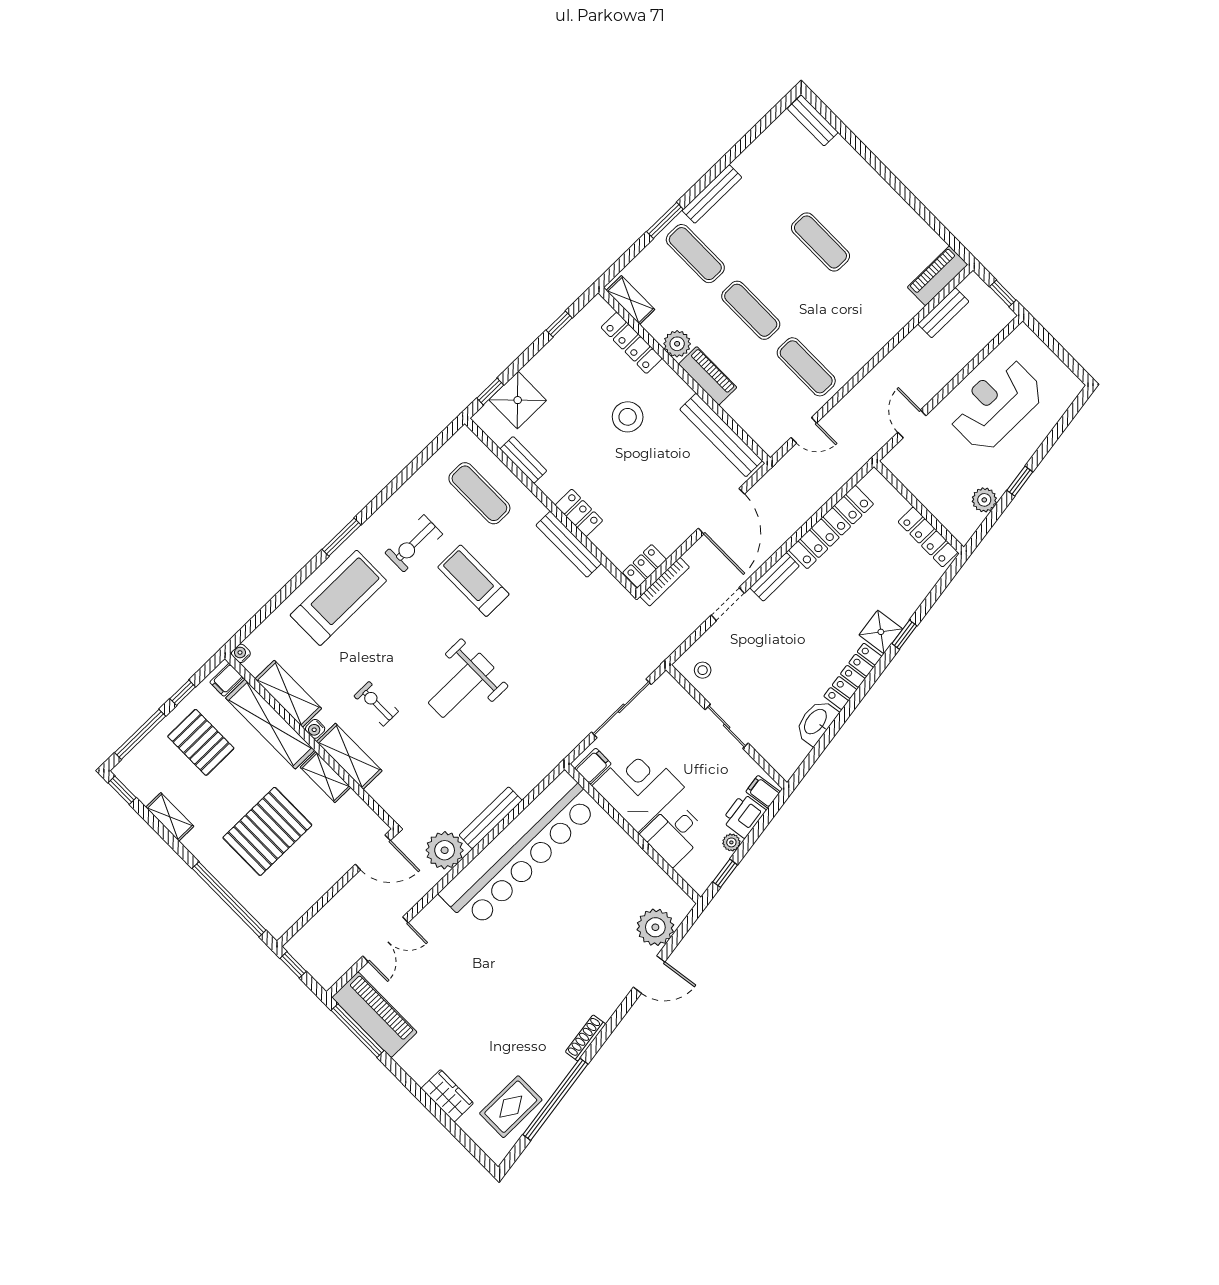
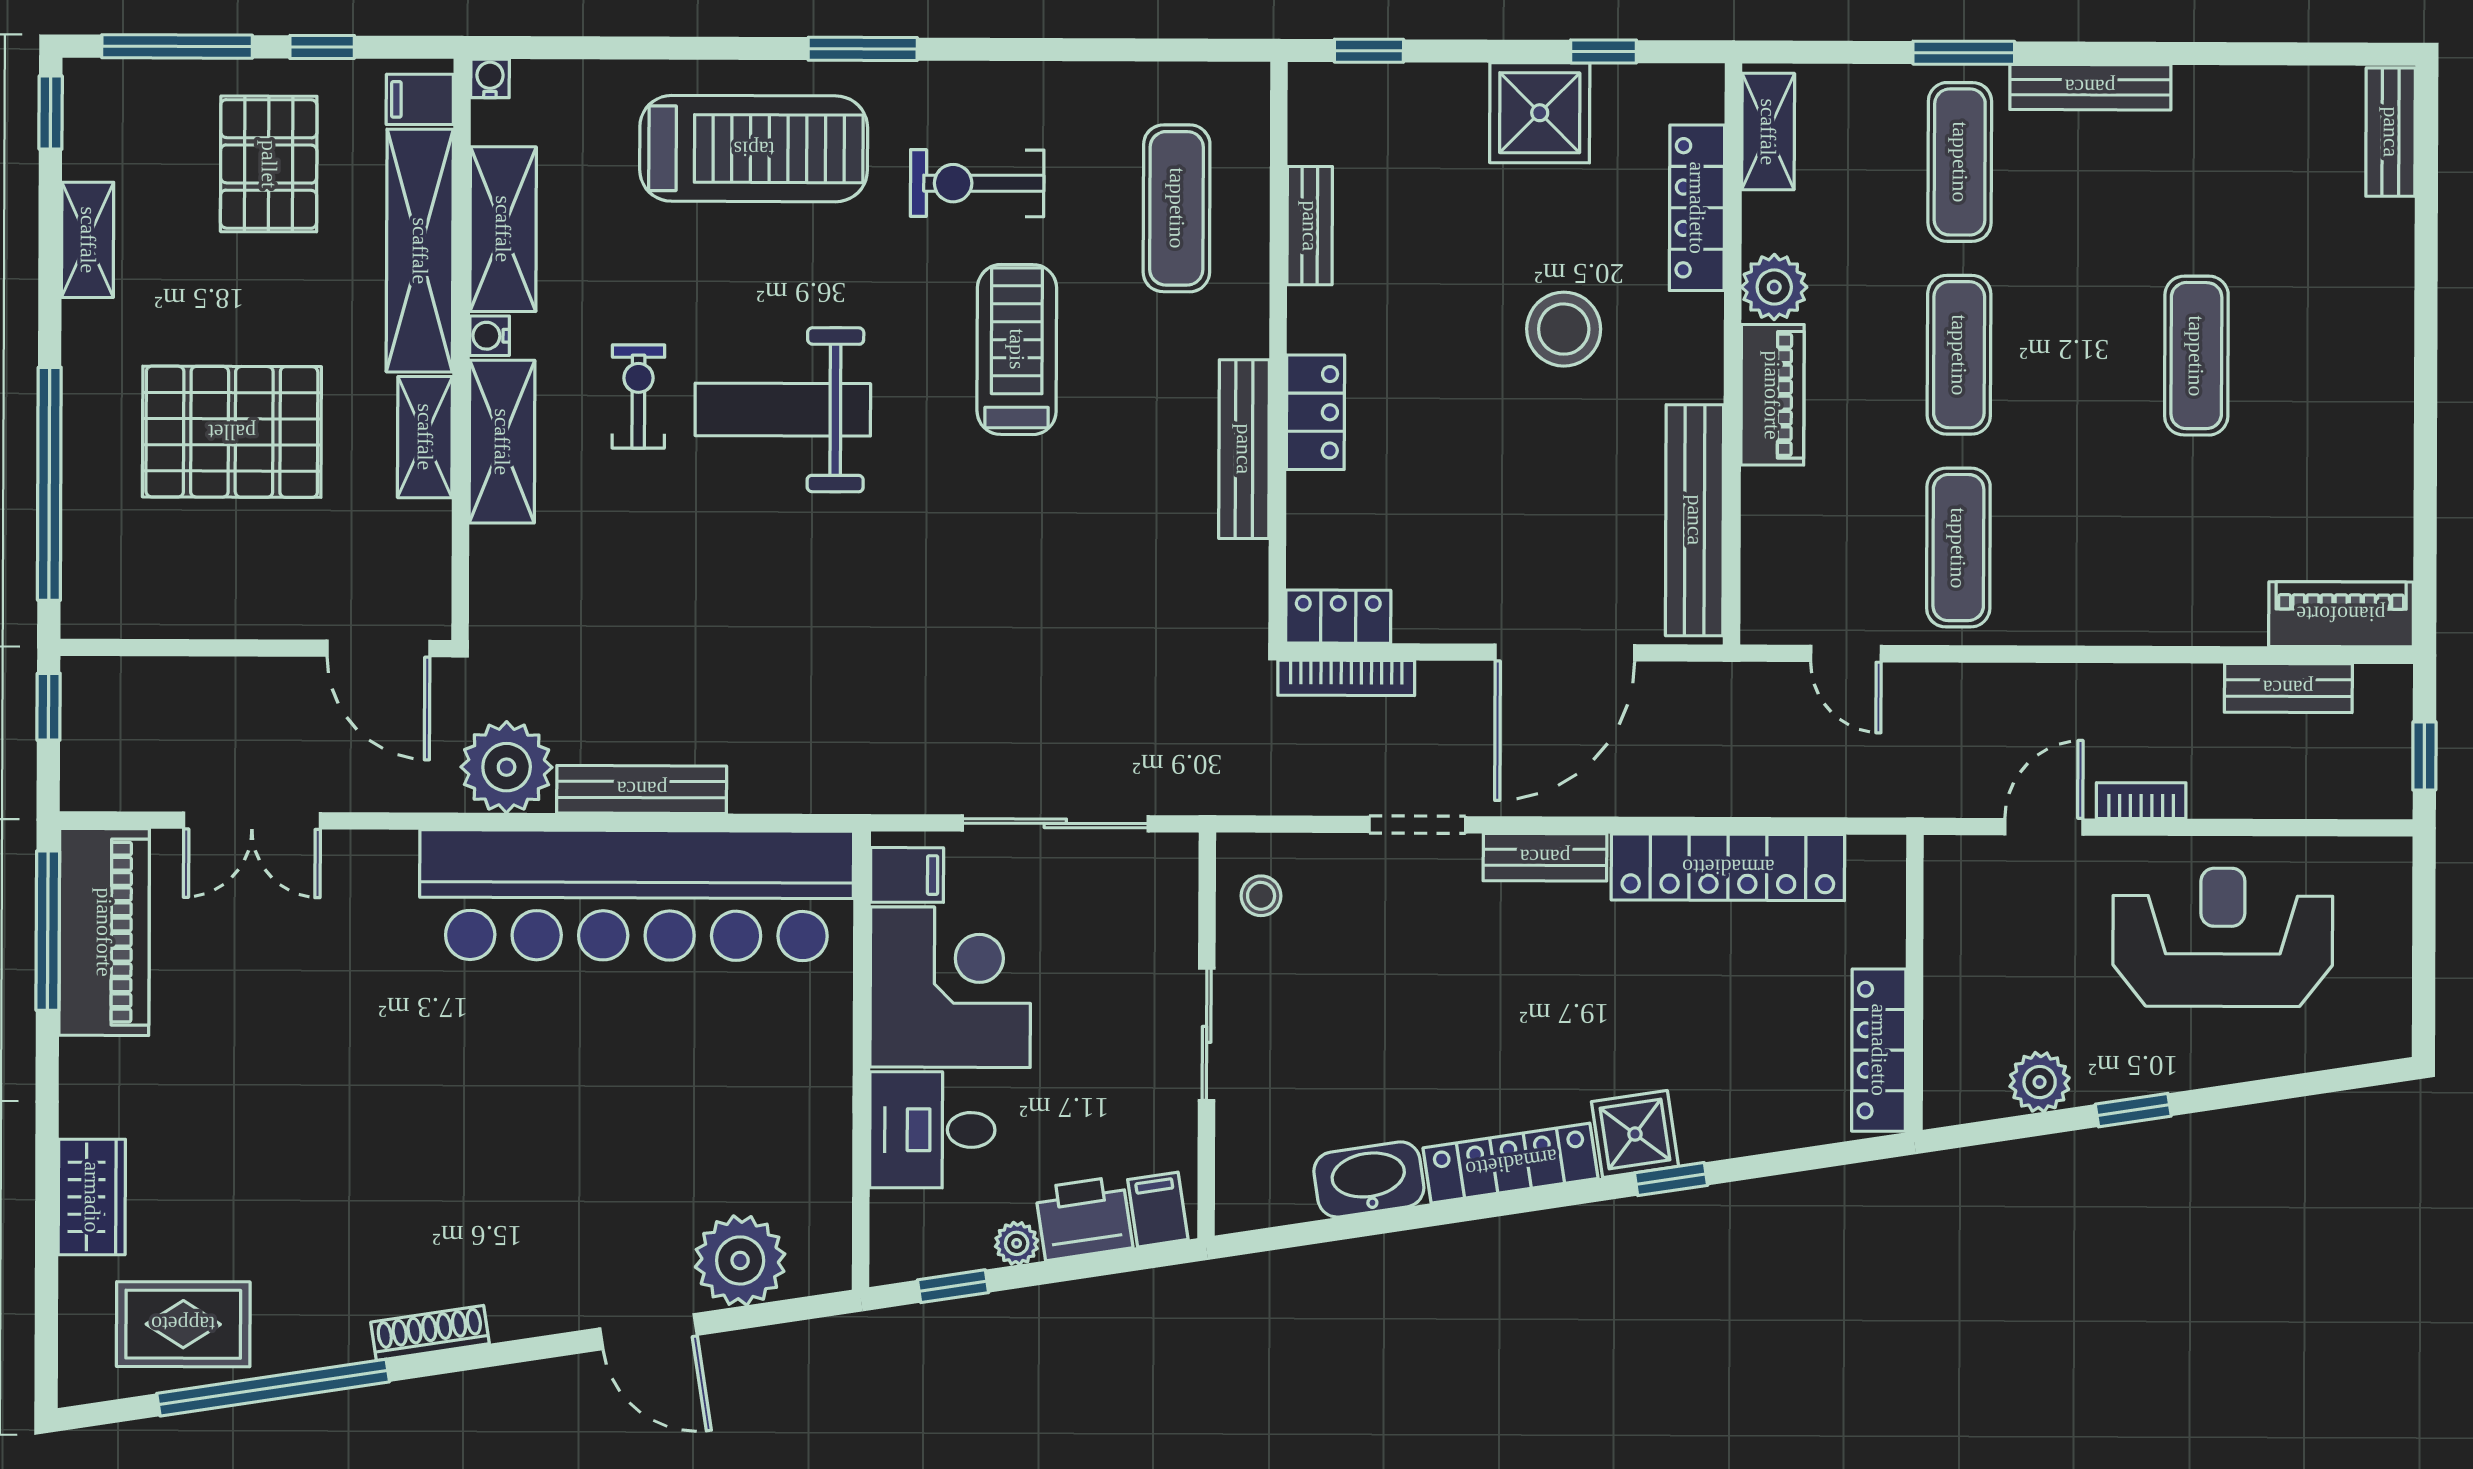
bookcase: (933, 388) -> (2141, 801), added
shower: (518, 400) -> (1540, 113), moved
weight bench: (461, 685) -> (783, 410), moved

